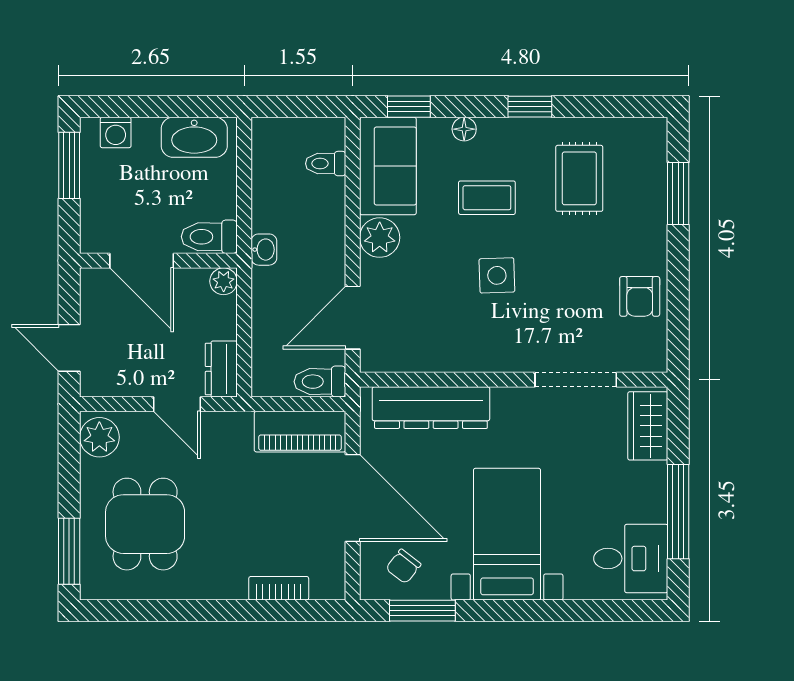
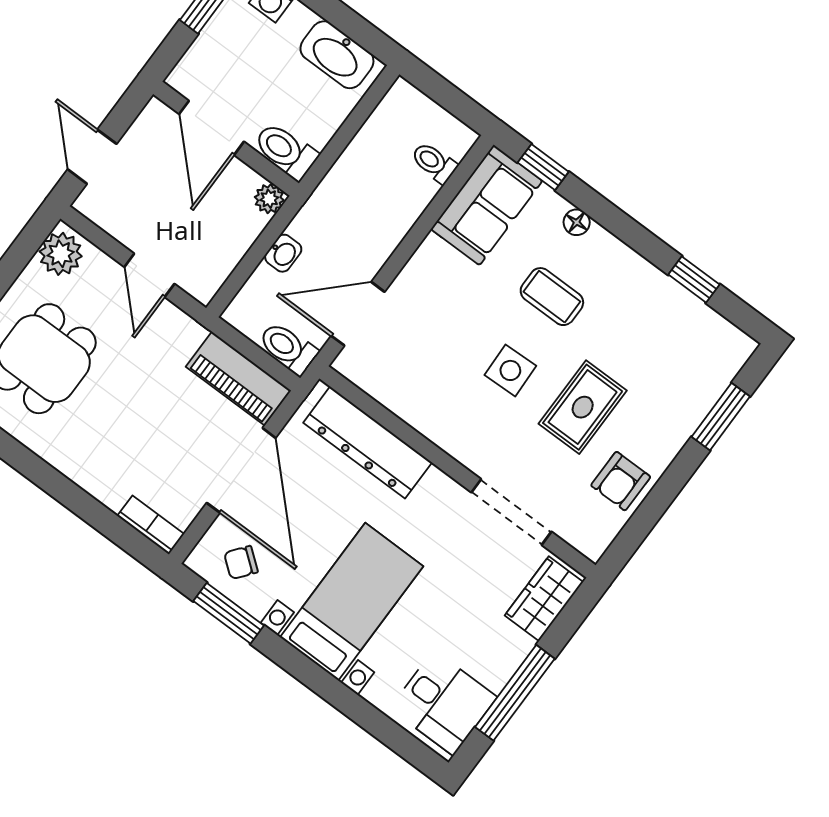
window: (530, 107) -> (694, 279), moved
rug: (579, 178) -> (583, 407), moved
plant: (380, 238) -> (433, 262), removed
washbasin: (264, 250) -> (283, 253), moved
dresser: (221, 369) -> (211, 273), removed
bookcase: (279, 588) -> (151, 525), moved

